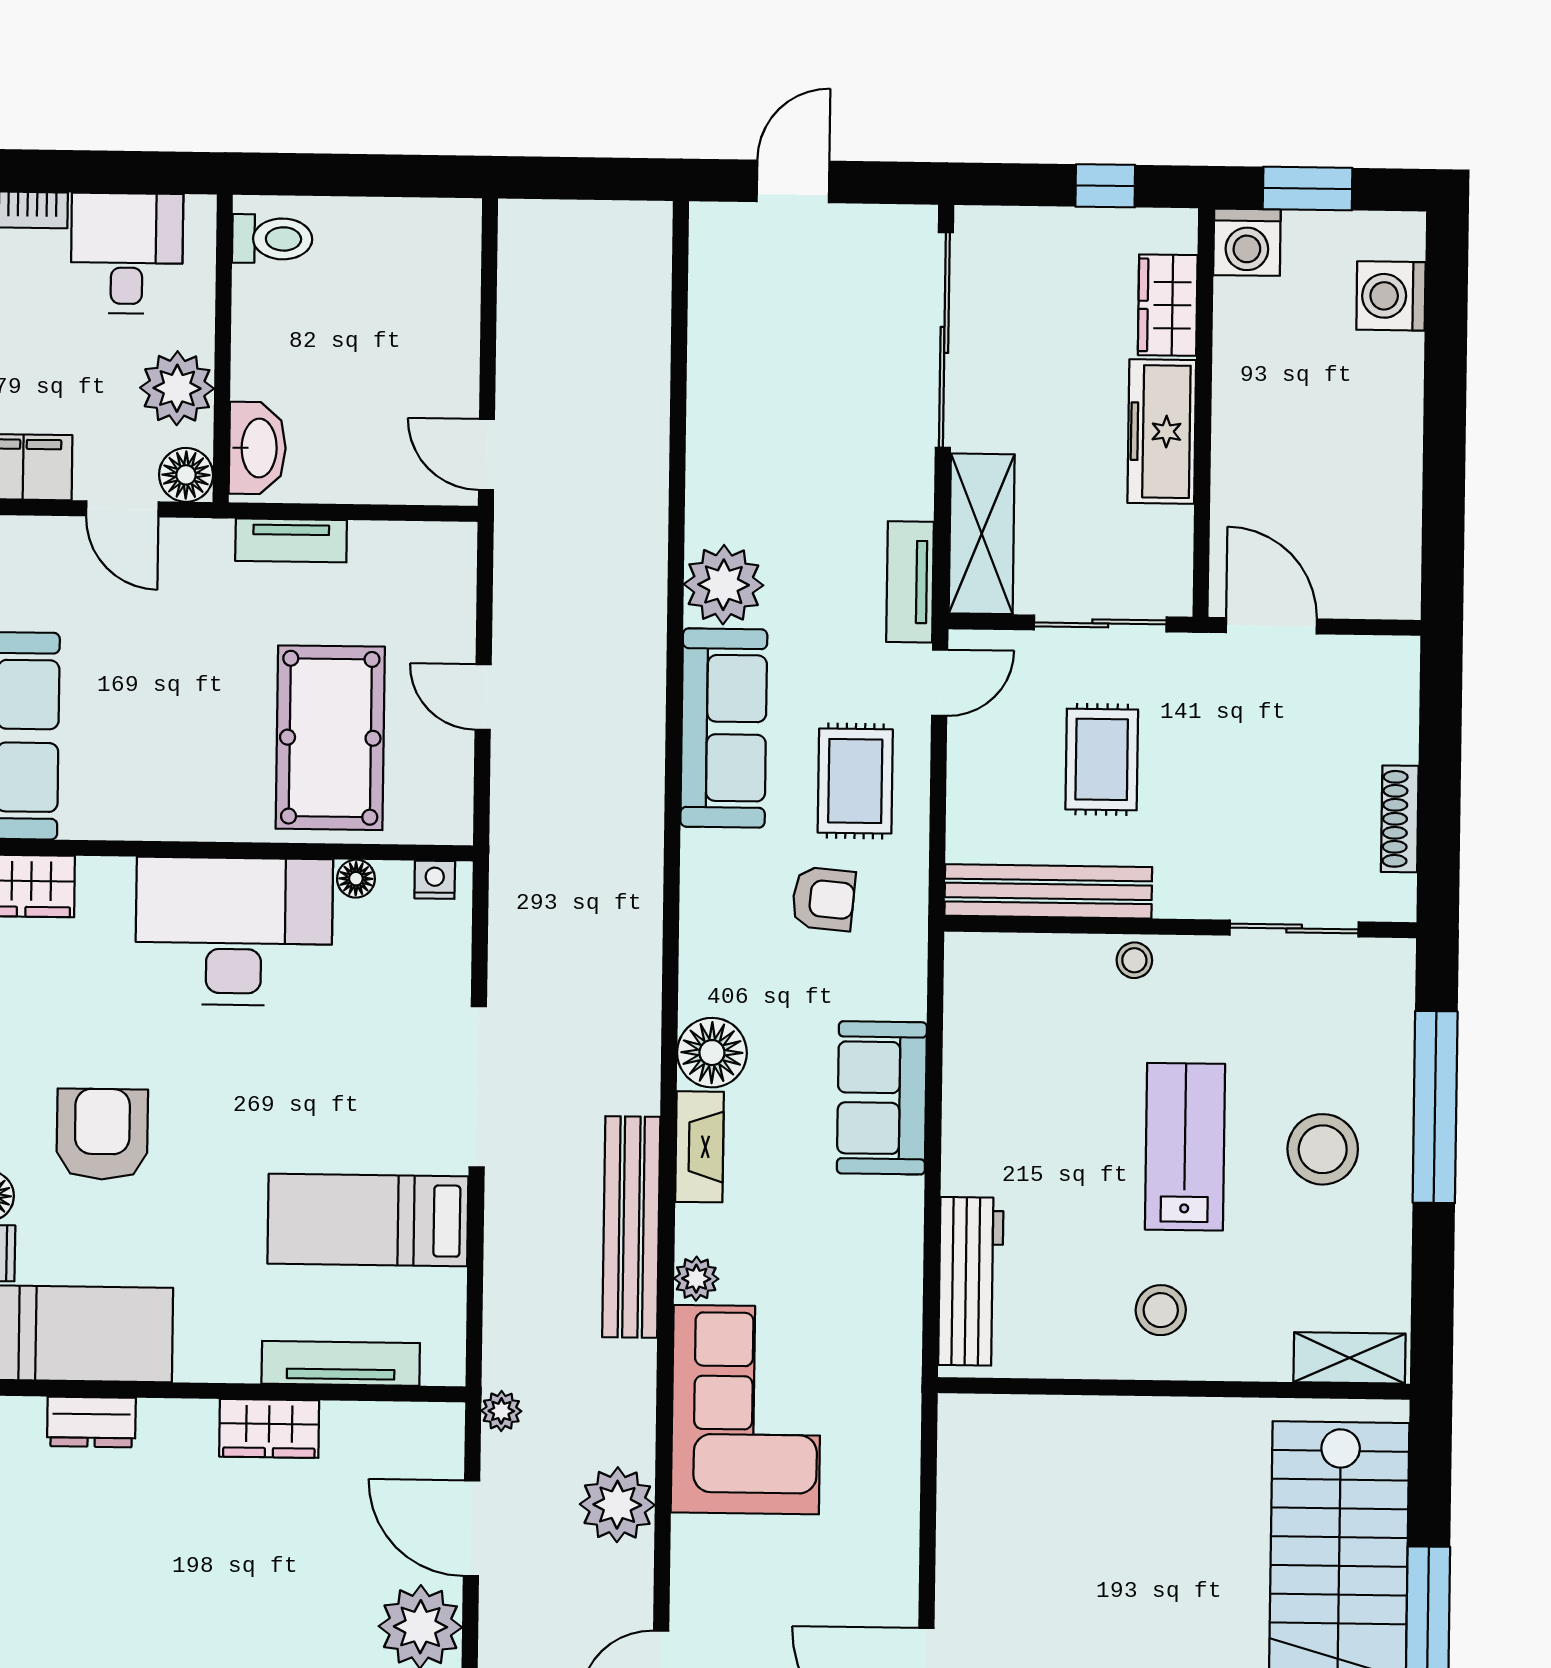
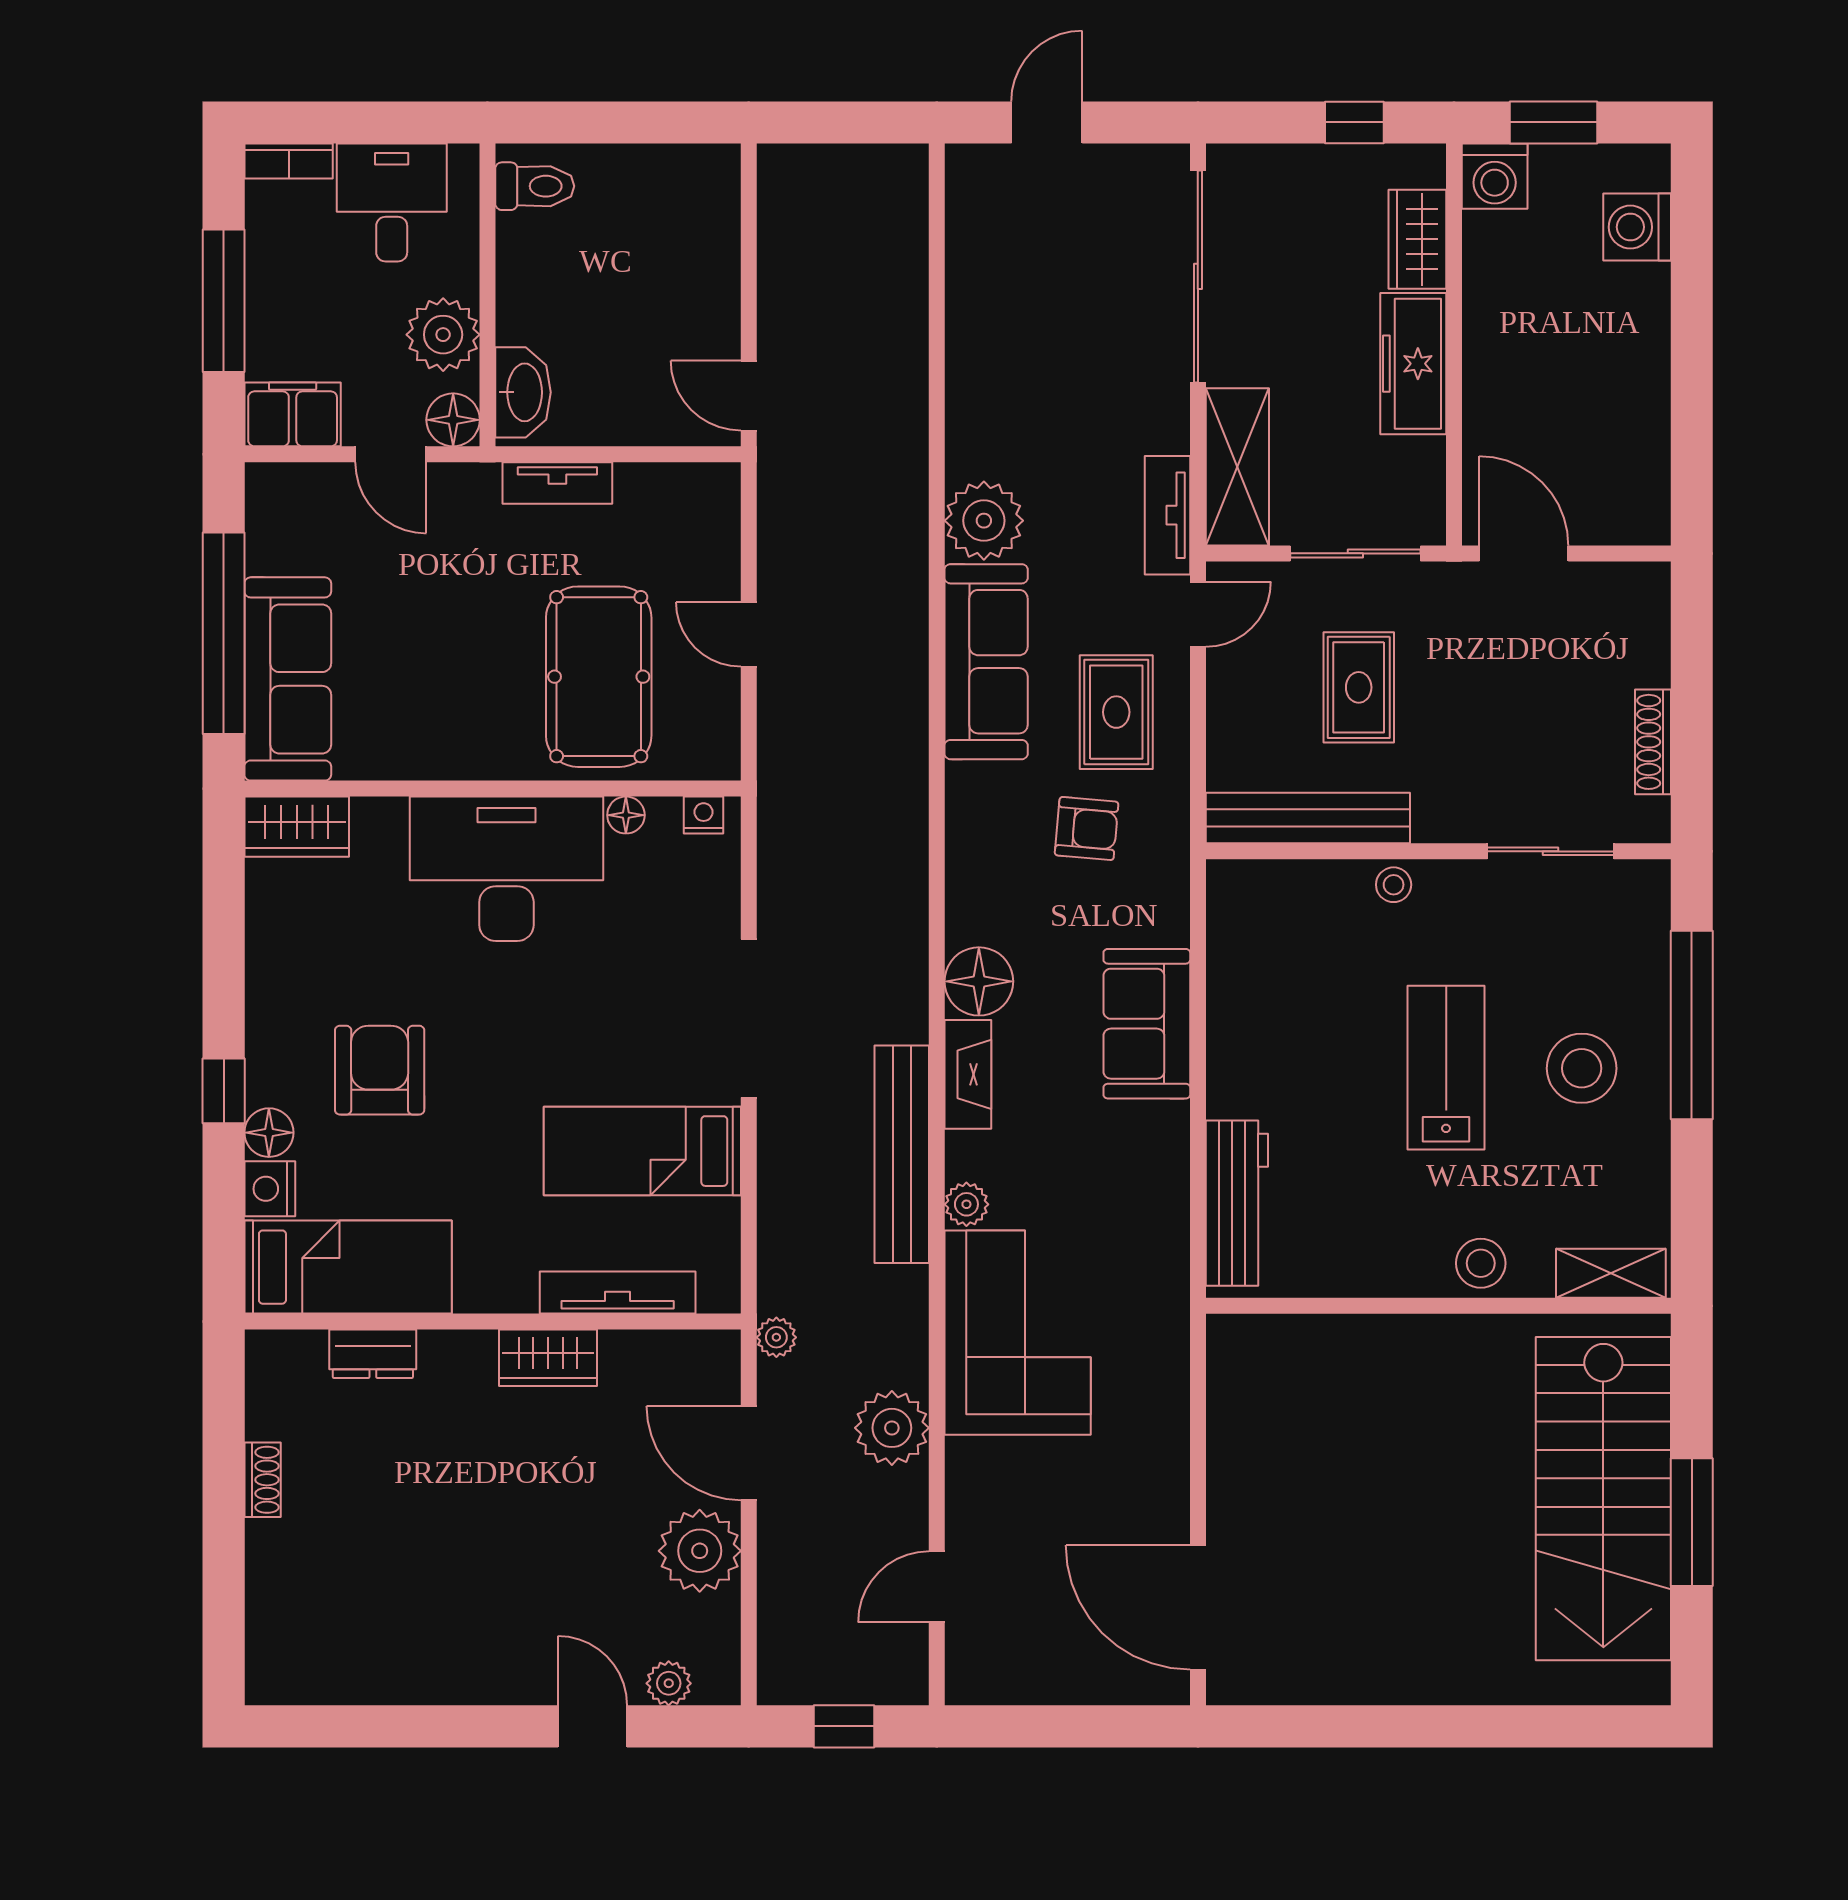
stool: (1161, 1310) -> (1481, 1263), moved

